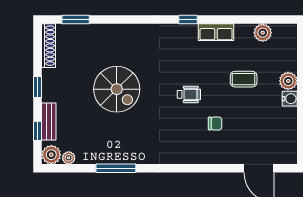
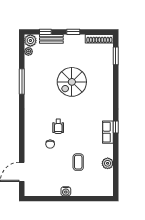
row of seats: (216, 32) -> (108, 132), moved
plant: (263, 33) -> (108, 163), moved
plant: (288, 81) -> (77, 190), removed
wheelchair: (189, 94) -> (58, 126), moved

